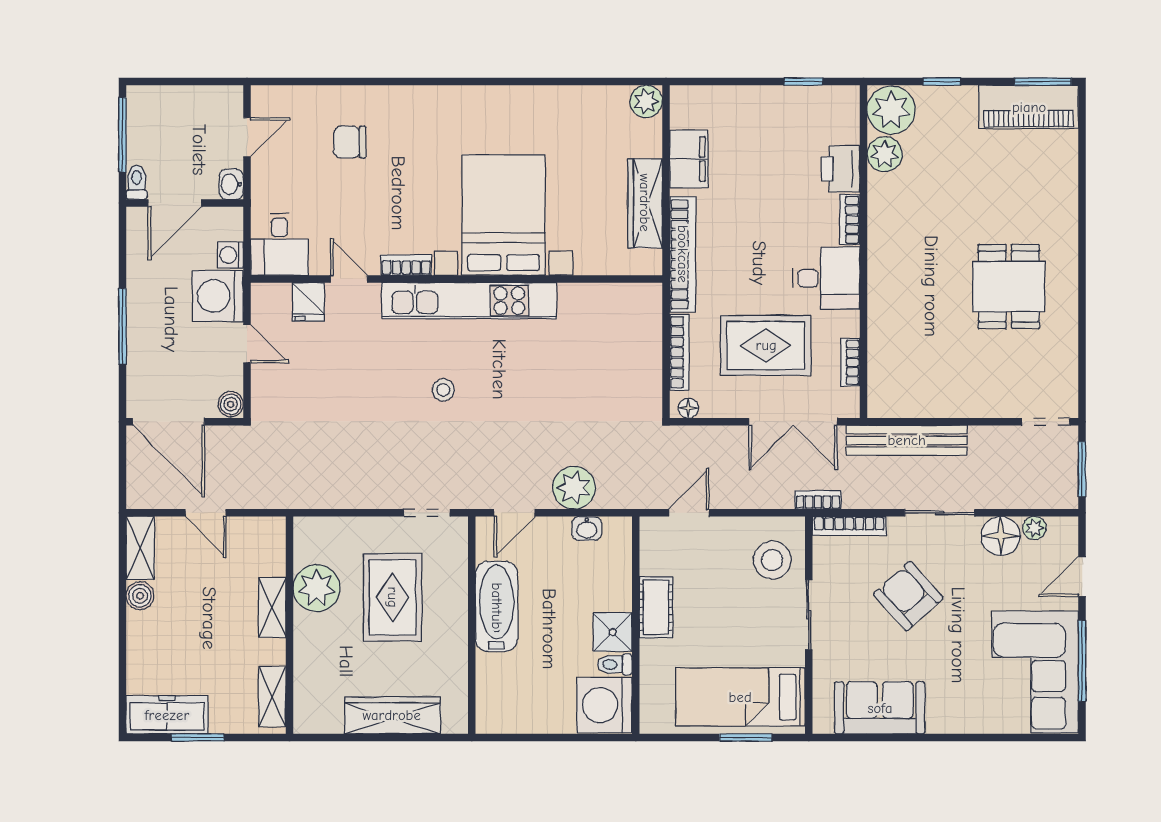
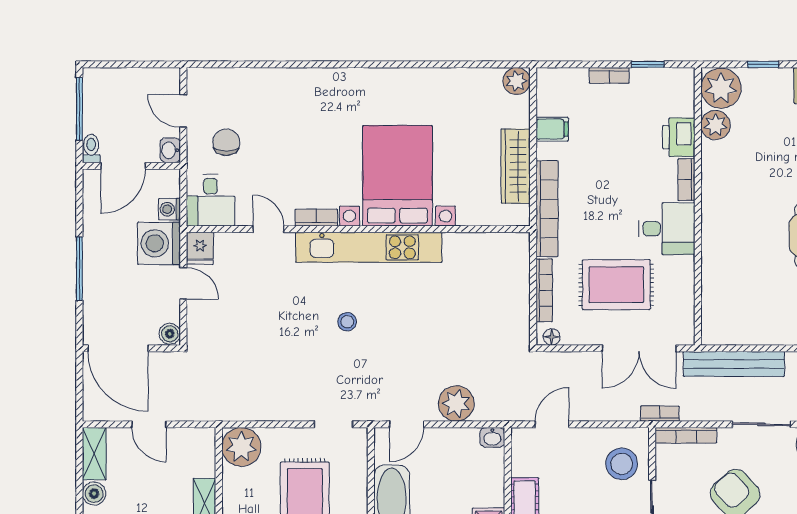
door: (247, 137) -> (183, 111), swing flipped
chair: (350, 142) -> (226, 142), moved, turned 90
filing cabinet: (689, 159) -> (552, 129), width x0.50
fridge: (308, 302) -> (200, 248), moved
bookcase: (850, 362) -> (609, 75), moved, turned -90
washbasin: (587, 528) -> (492, 437), moved
plant: (317, 588) -> (241, 447), moved

